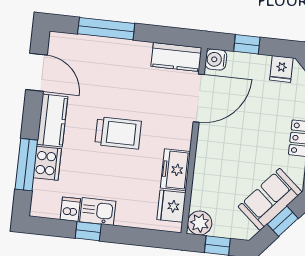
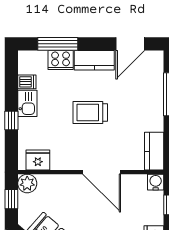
door: (199, 98) -> (102, 172), moved
trolley: (118, 133) -> (90, 112), turned 90
freezer: (175, 170) -> (66, 160), removed
window: (88, 231) -> (11, 120), moved

